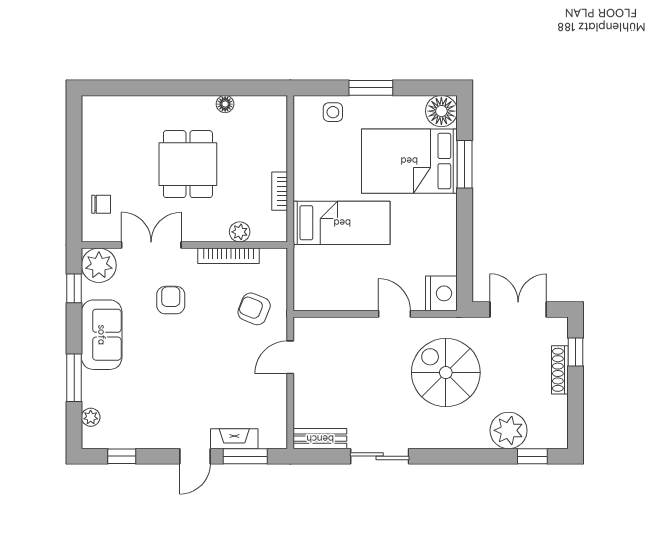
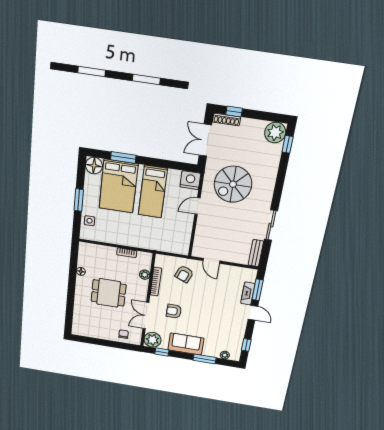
bed: (342, 223) -> (153, 192), moved, turned 180
shoe rack: (560, 370) -> (226, 119), moved
plant: (509, 430) -> (275, 133), moved

